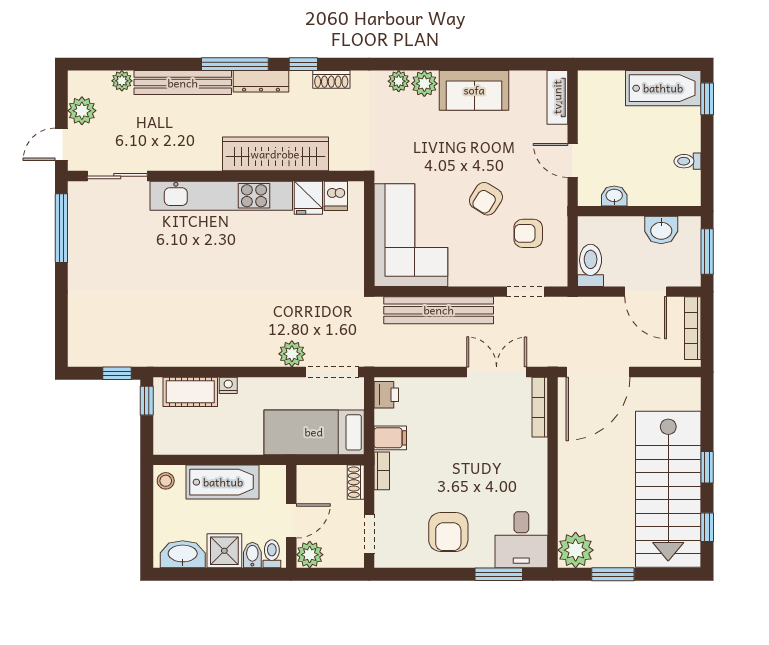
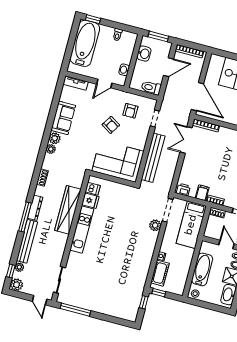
window: (303, 64) -> (11, 271), moved
bathtub: (663, 88) -> (85, 43), width x1.36, depth x1.36
plant: (82, 111) -> (16, 285), moved
kitchen unit: (221, 196) -> (82, 230), width x0.73

